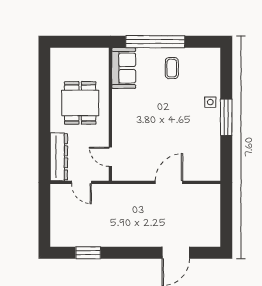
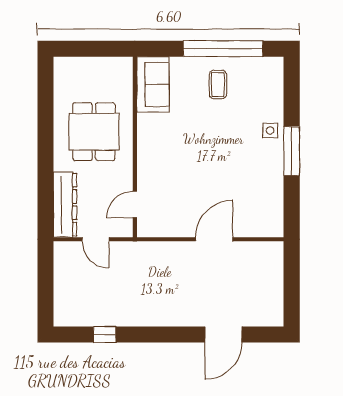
window: (155, 42) -> (223, 49), moved
door: (110, 157) -> (135, 205), hinge flipped
window: (88, 253) -> (105, 335), width x0.67

